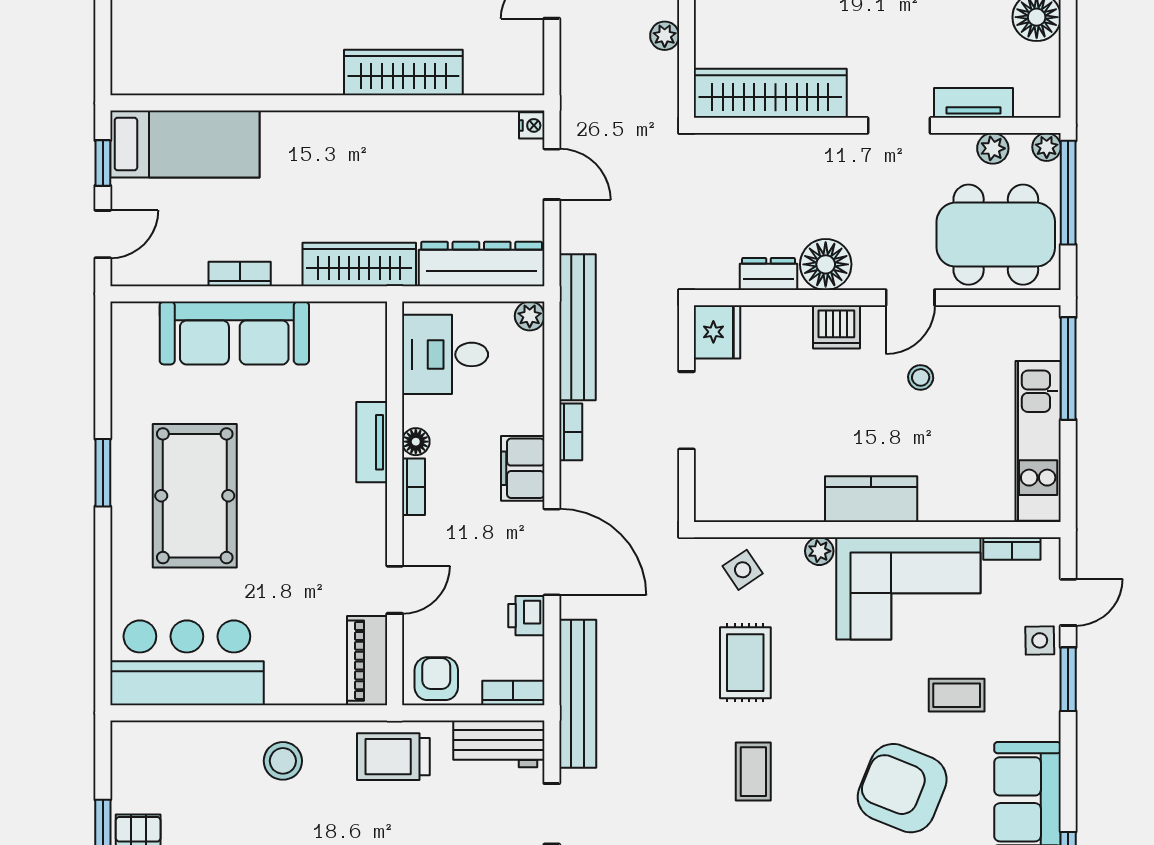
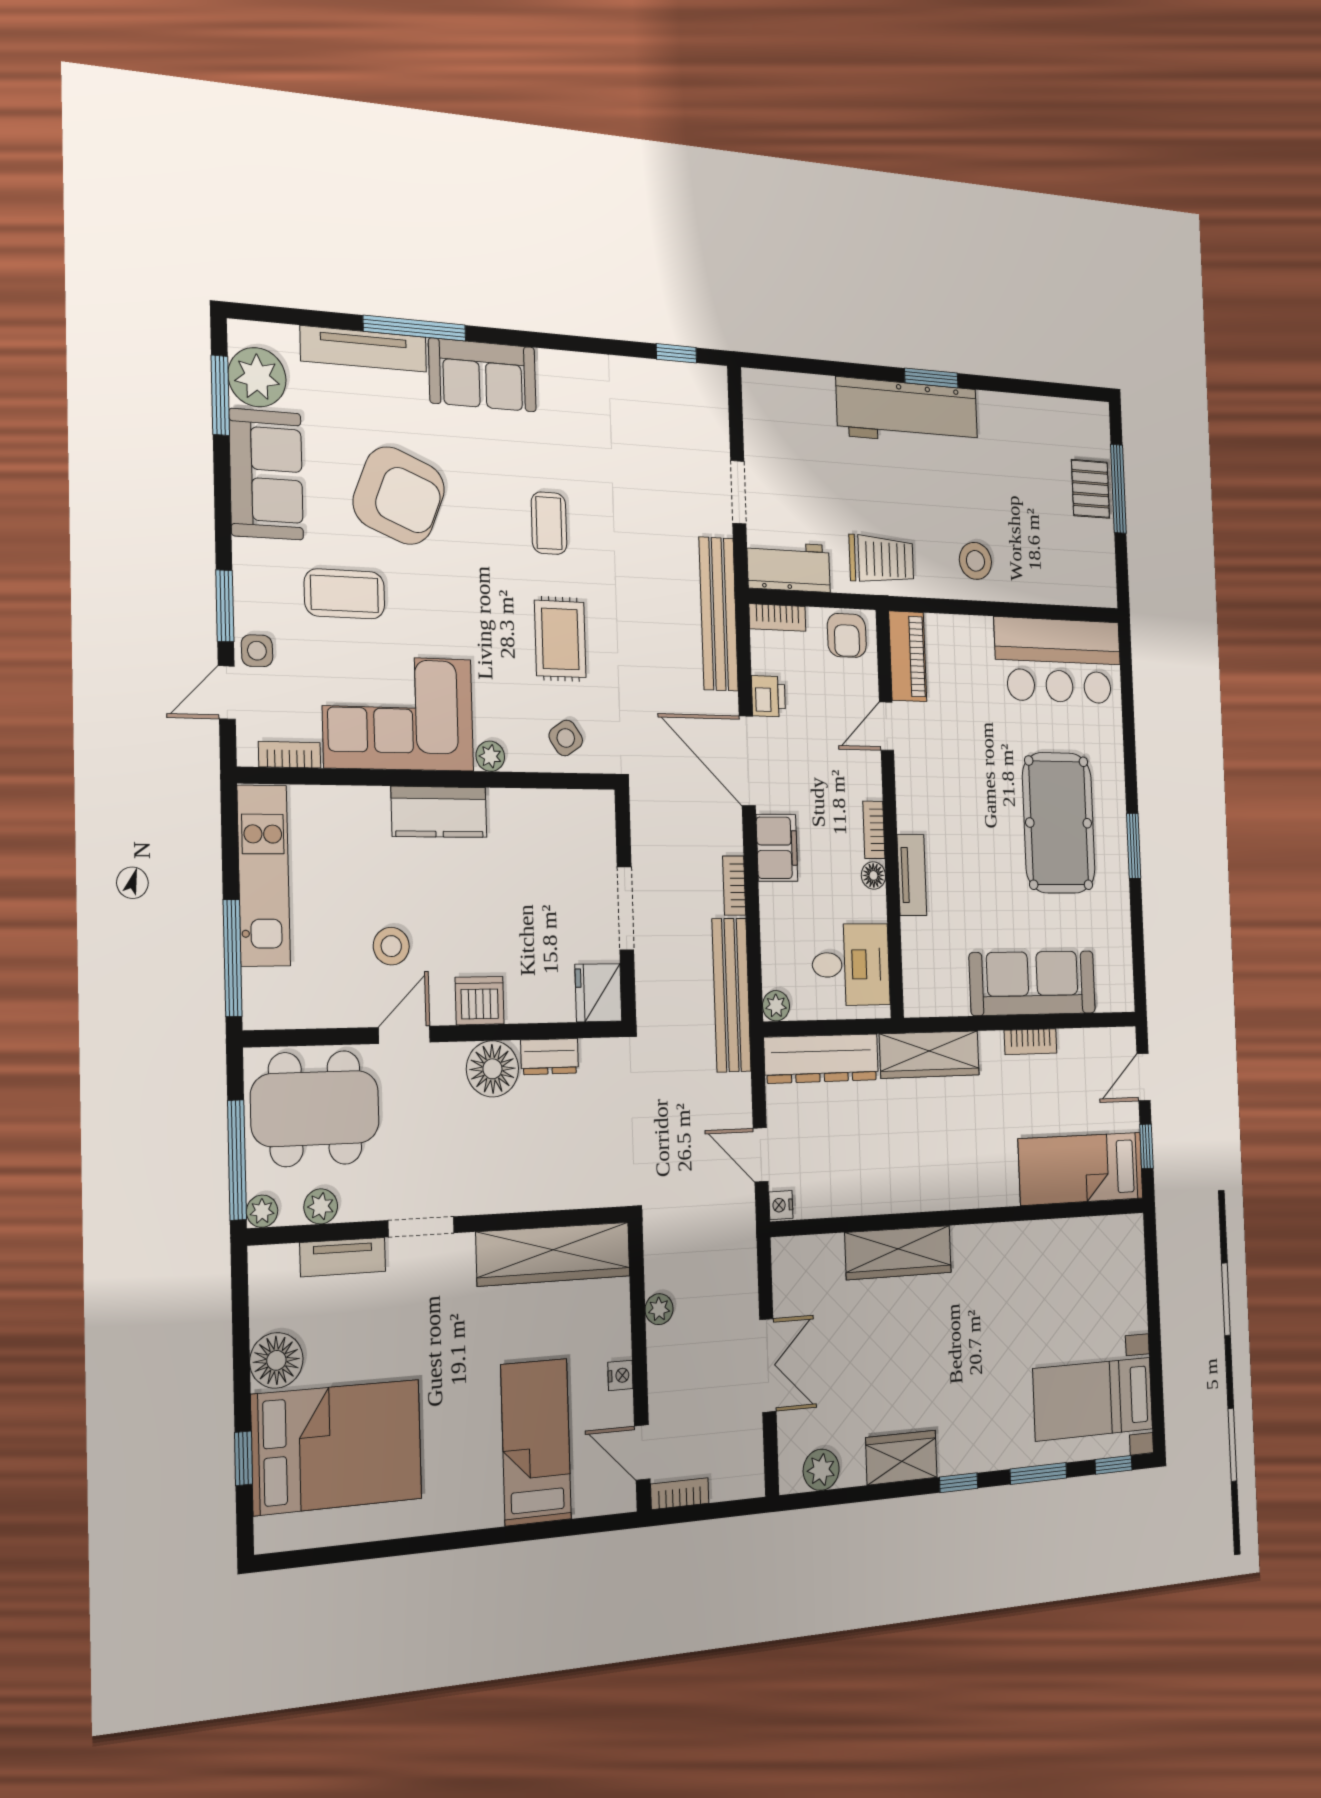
stool: (921, 377) -> (391, 946), width x1.37, depth x1.37
coffee table: (957, 695) -> (344, 594), width x1.36, depth x1.30

